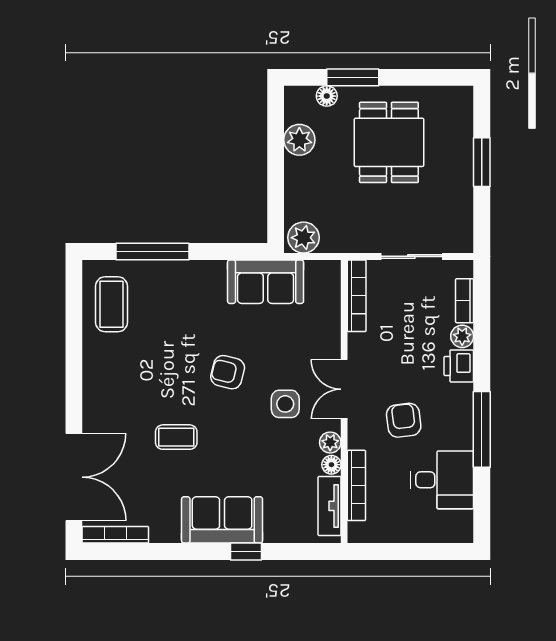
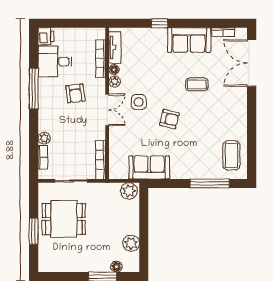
dining table: (389, 142) -> (64, 219), moved, turned 90
printer: (459, 366) -> (46, 36), moved
sofa: (222, 520) -> (189, 40), moved
bookcase: (115, 535) -> (223, 32), width x0.64

